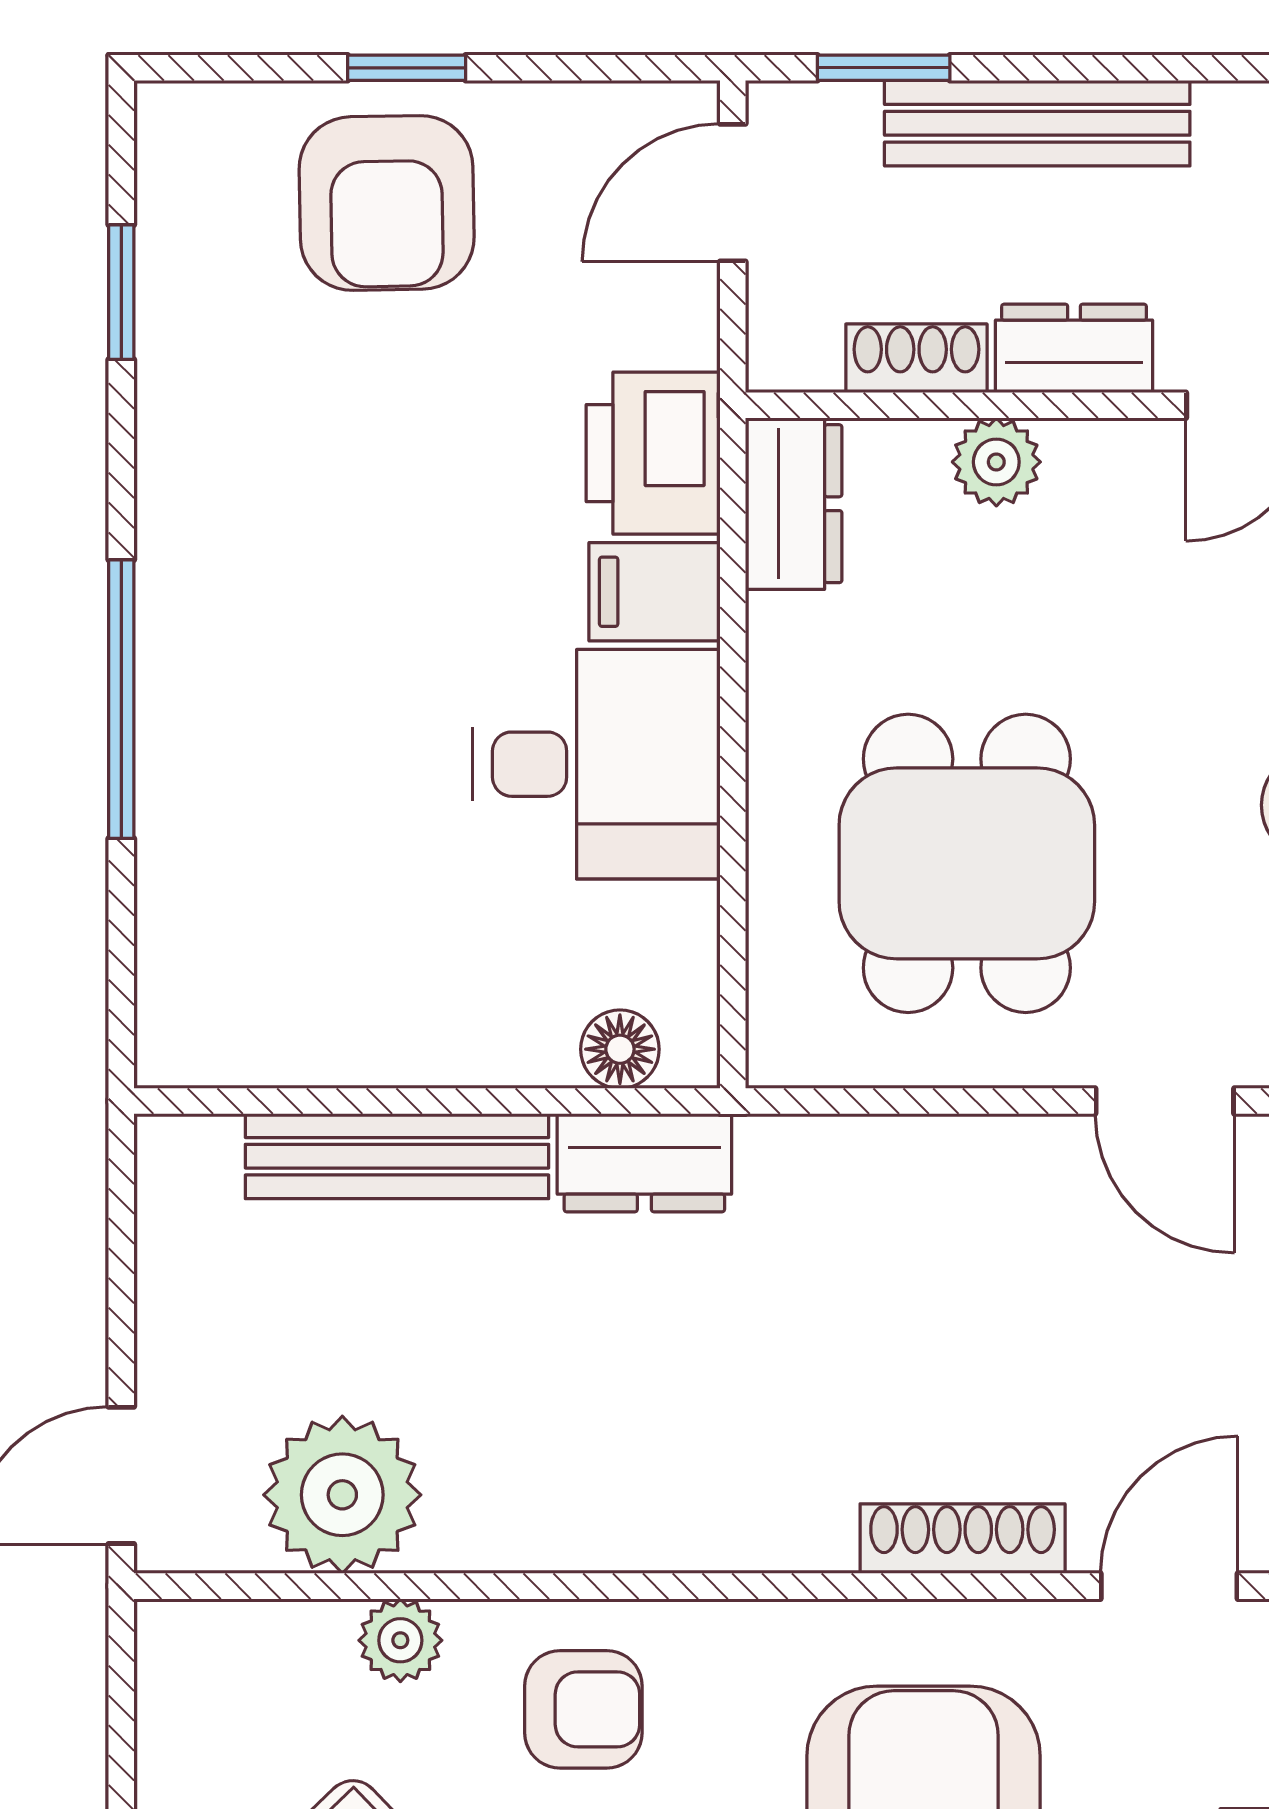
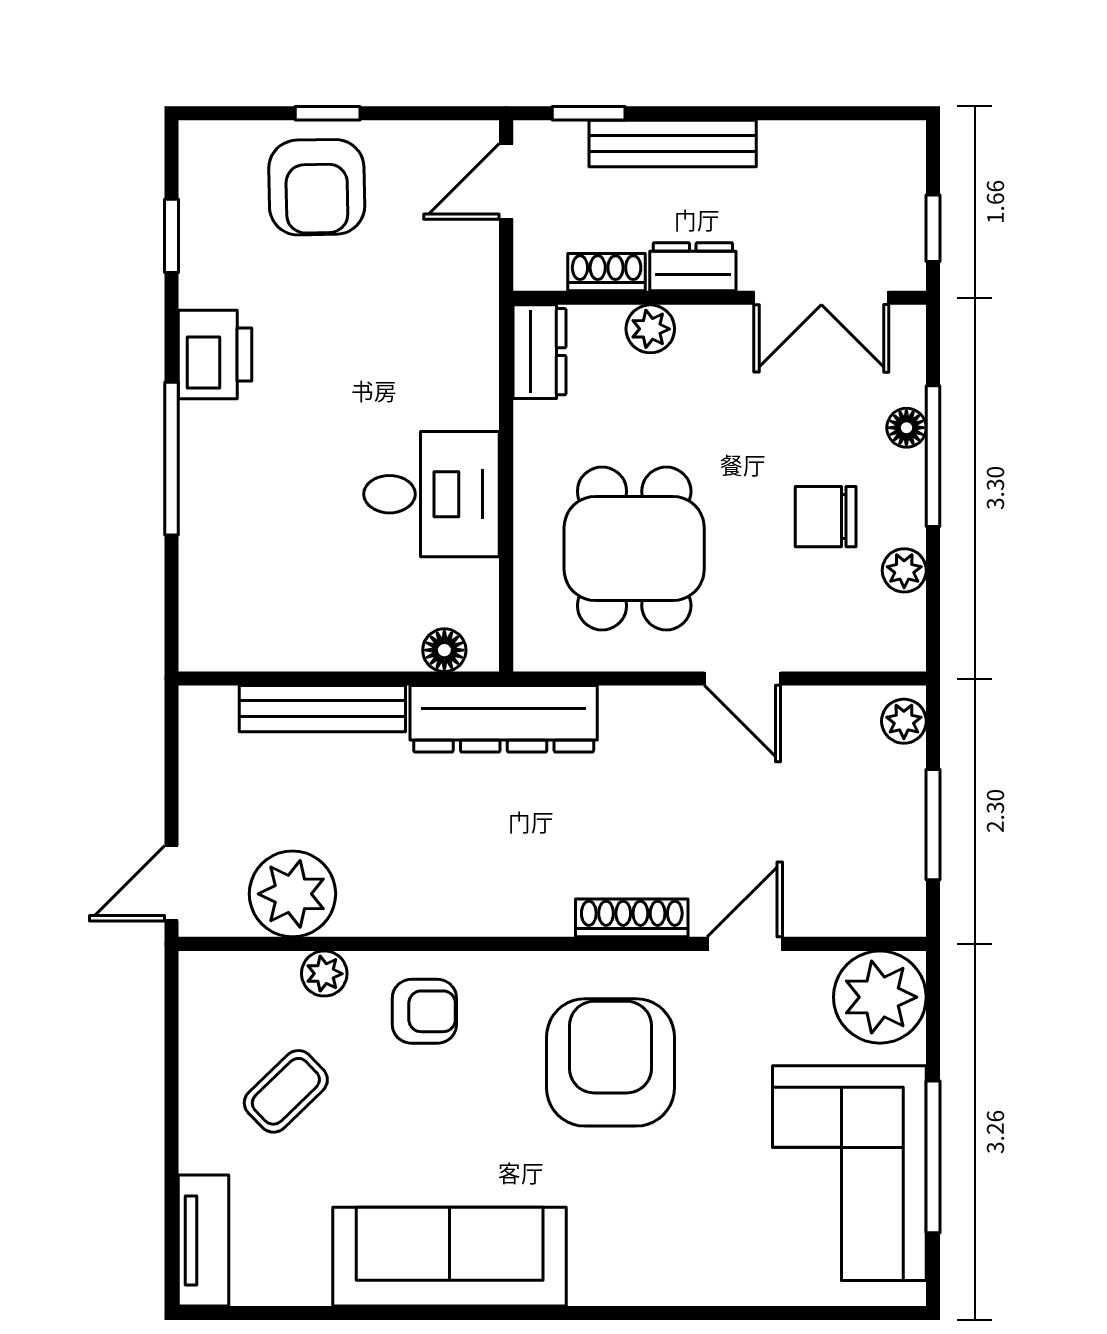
printer: (653, 453) -> (215, 354), moved, turned 180
filing cabinet: (655, 592) -> (463, 400), removed
dresser: (644, 1163) -> (504, 719), width x1.96, depth x1.24

